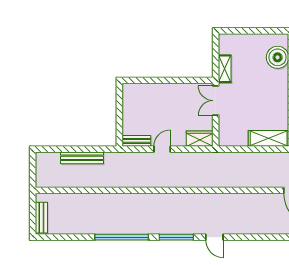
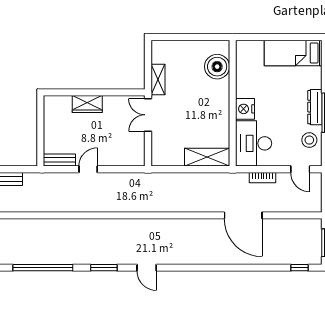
wardrobe: (200, 139) -> (87, 104), moved, turned 180
window: (176, 237) -> (104, 268), width x0.69

